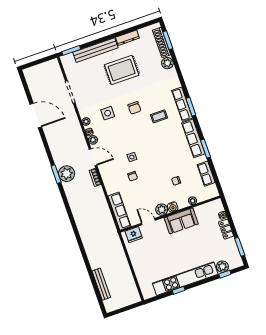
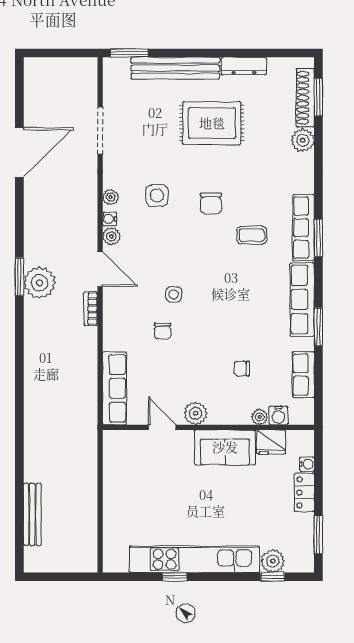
door: (36, 115) -> (19, 153), hinge flipped
water cooler: (173, 207) -> (279, 416), moved
fridge: (134, 235) -> (271, 442), moved

